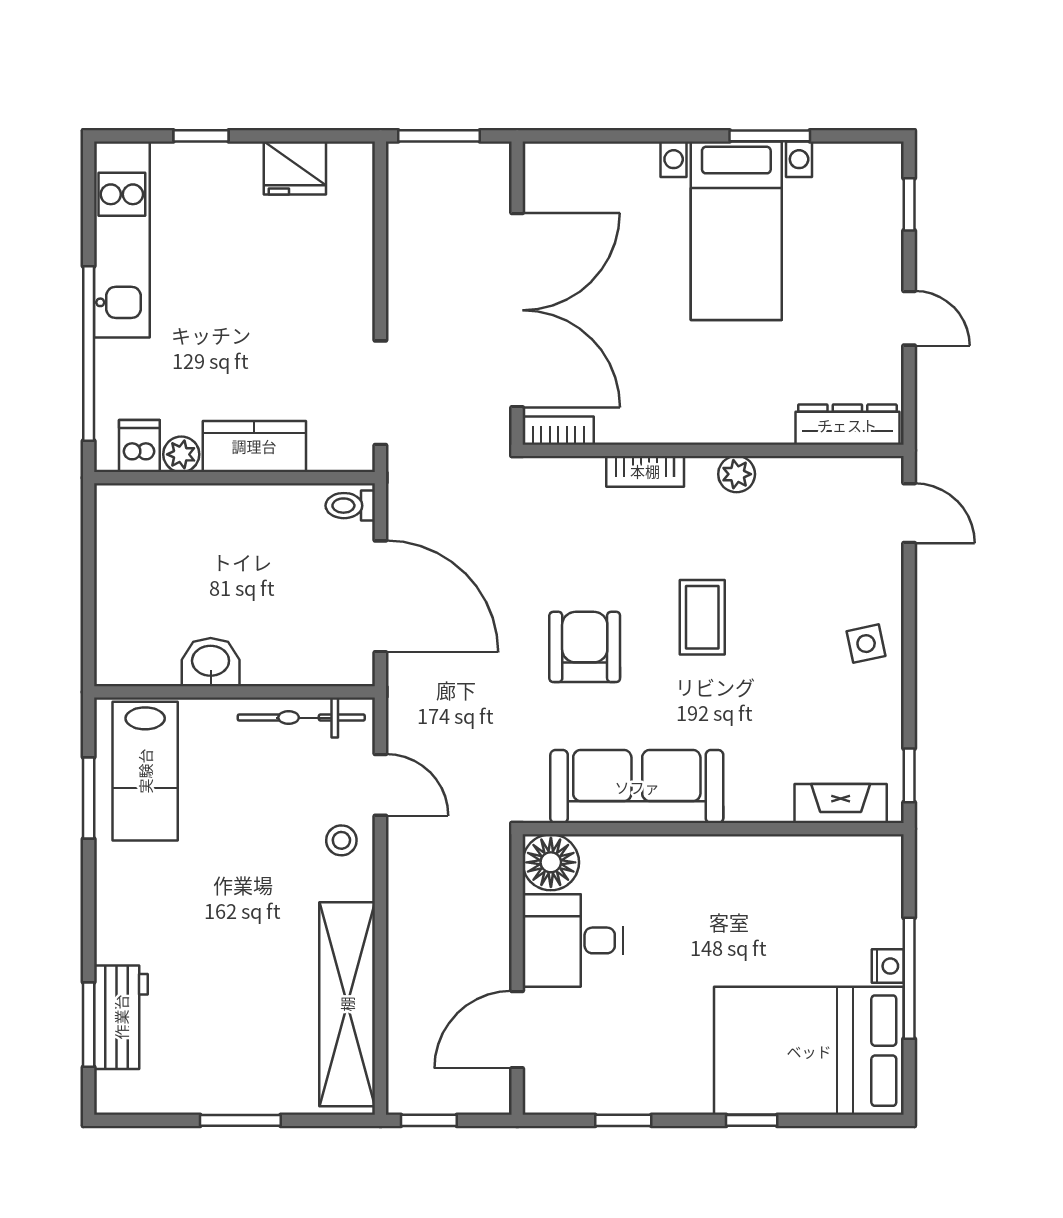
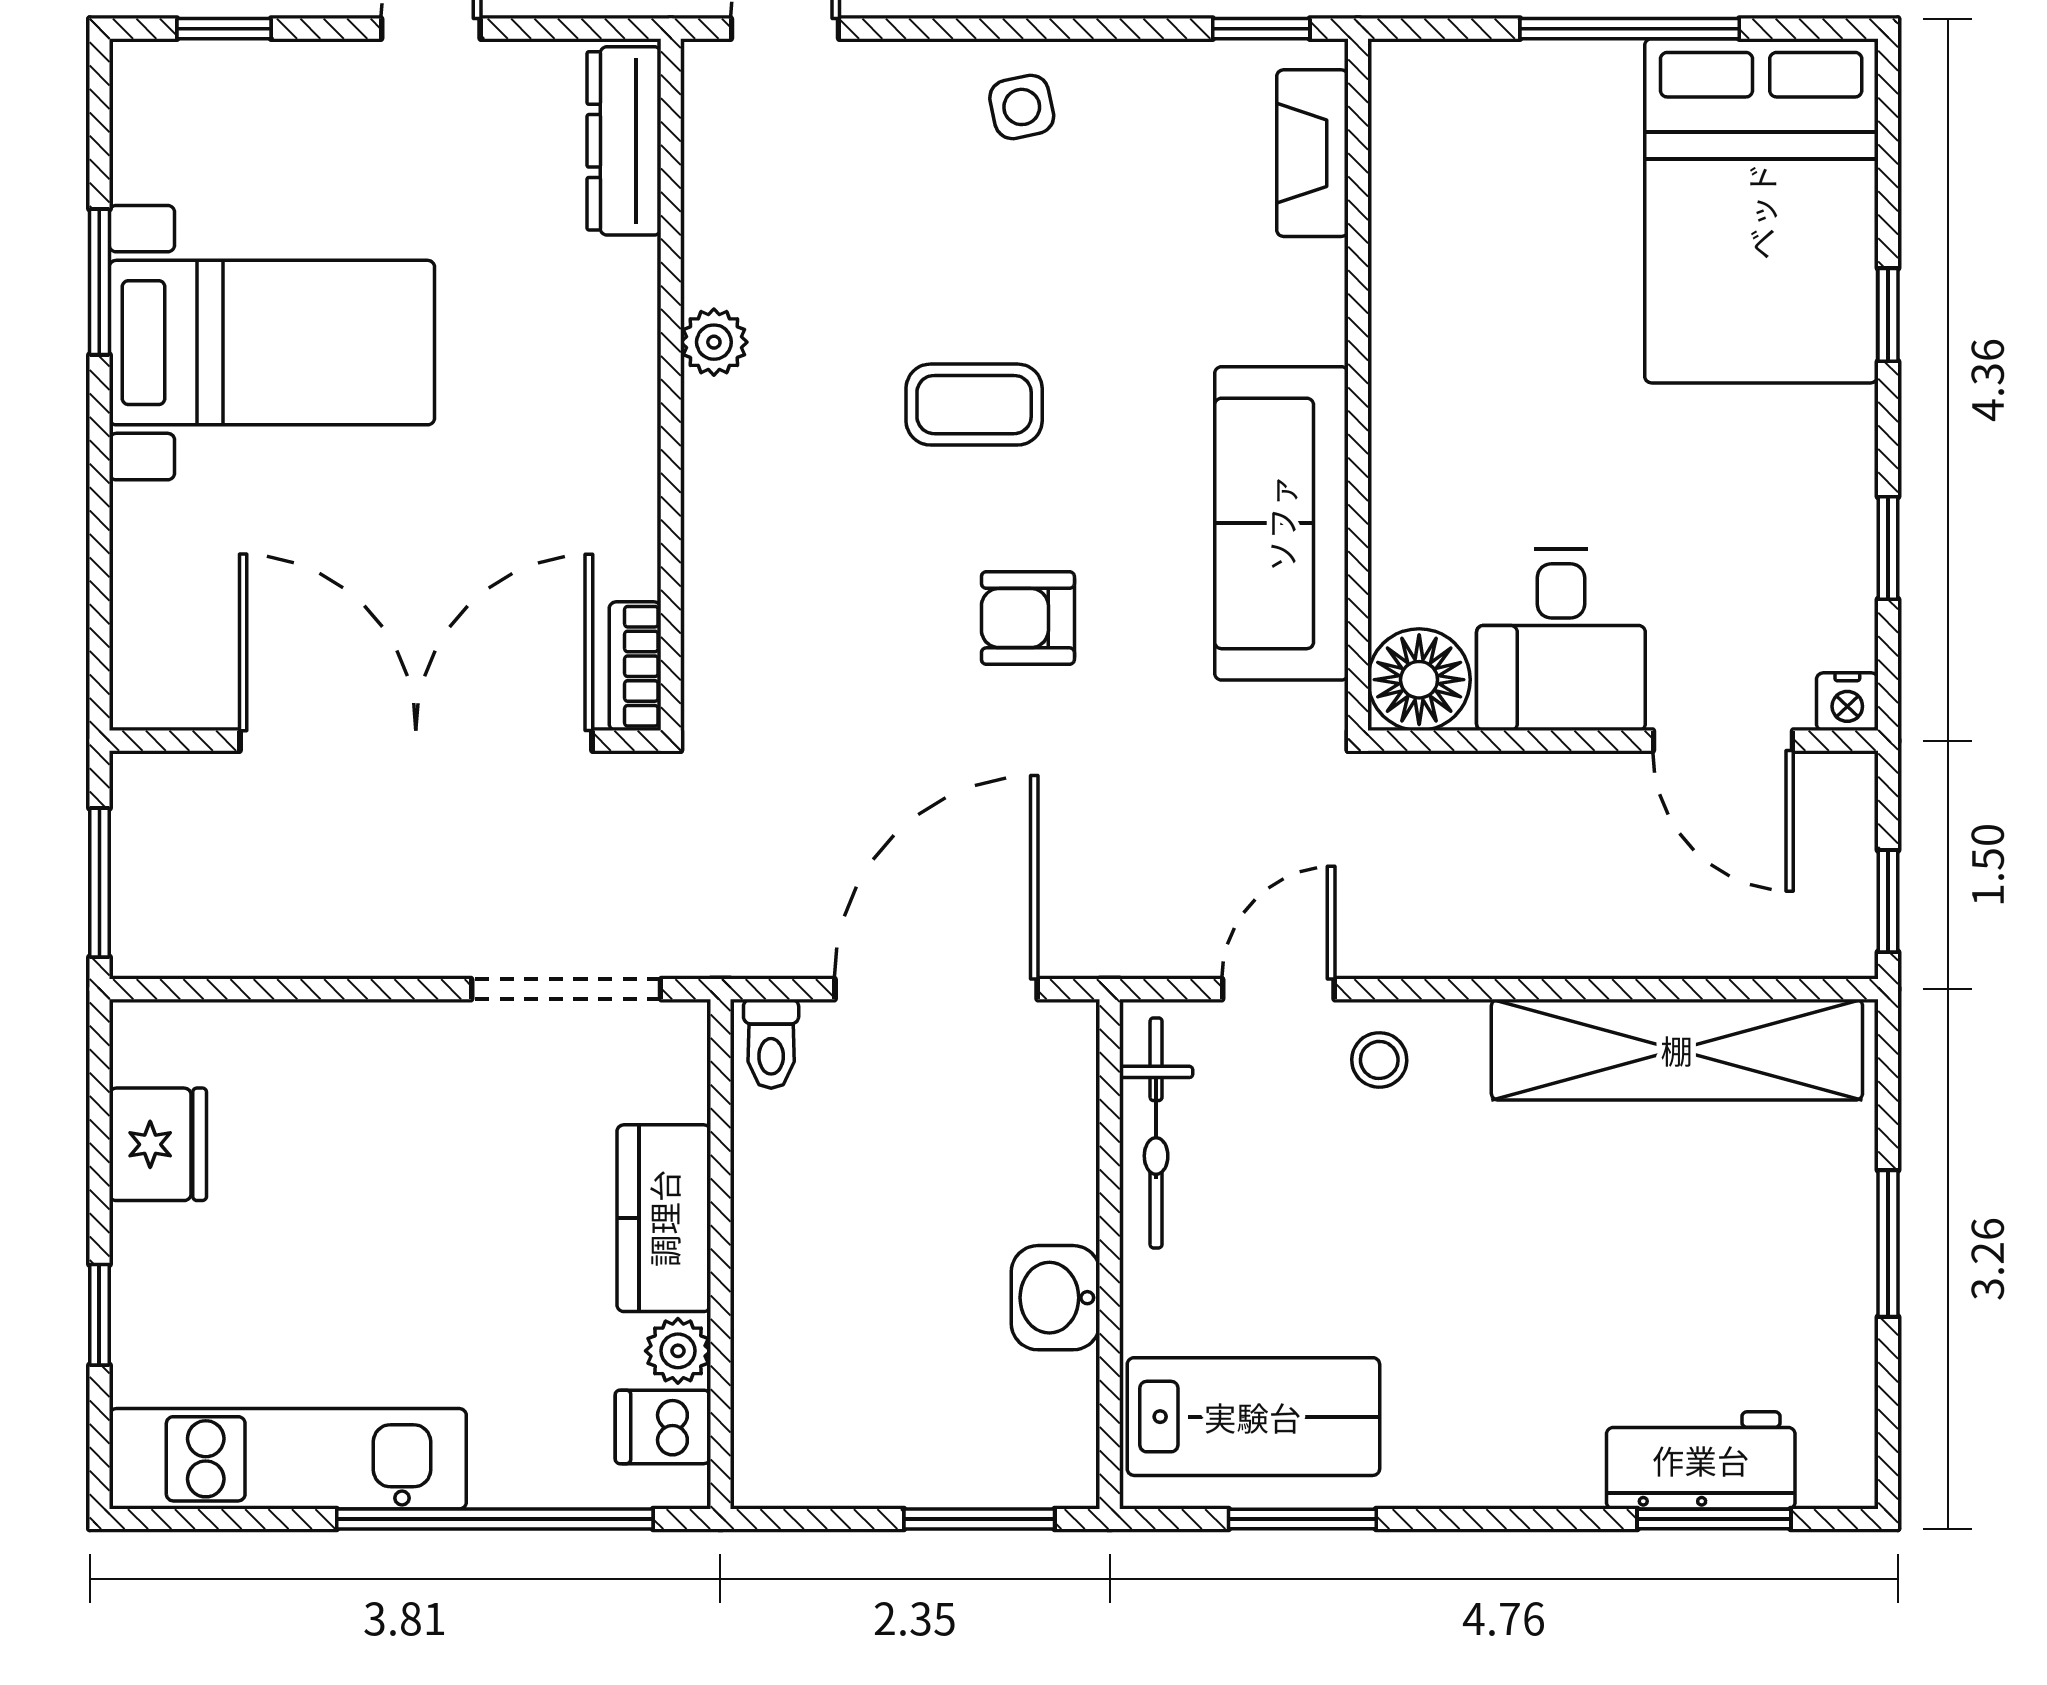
bookcase: (645, 471) -> (709, 508), removed
window: (89, 620) -> (979, 1519), added
armchair: (585, 647) -> (1028, 618), width x0.72, depth x0.72
nightstand: (888, 966) -> (1847, 702), moved, turned 180

